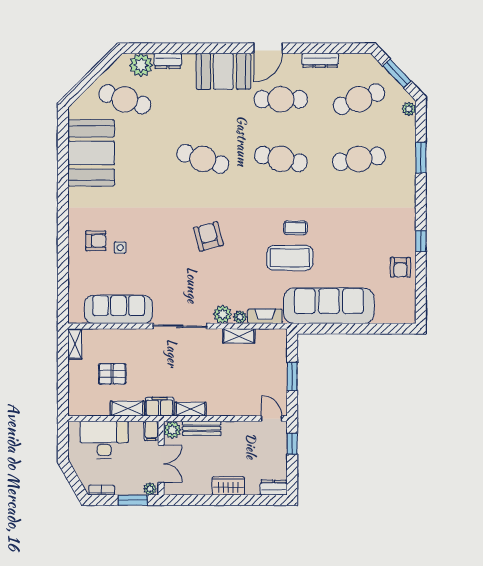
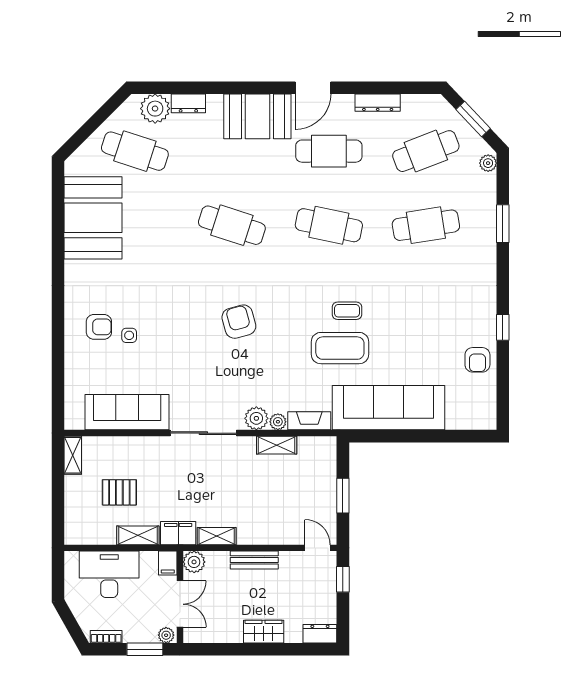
bench: (202, 428) -> (254, 560), moved

